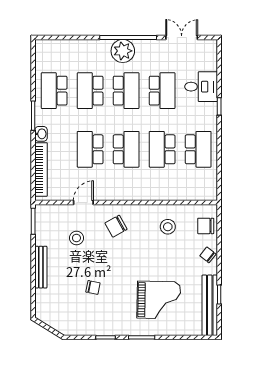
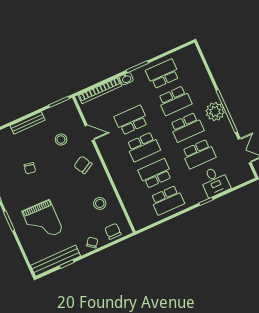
school desk: (90, 91) -> (175, 101), turned 180

